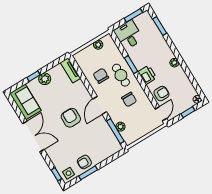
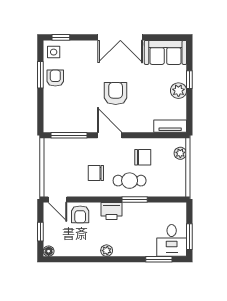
desk: (128, 35) -> (172, 240), moved, turned 90
plant: (98, 45) -> (180, 153), moved
armchair: (71, 118) -> (116, 93), turned -90
plant: (120, 127) -> (71, 144), removed

